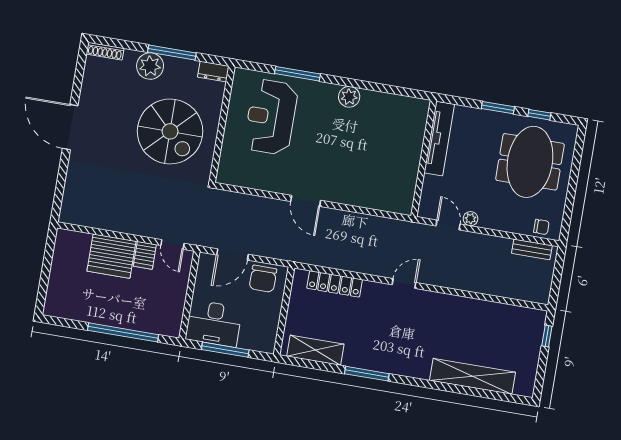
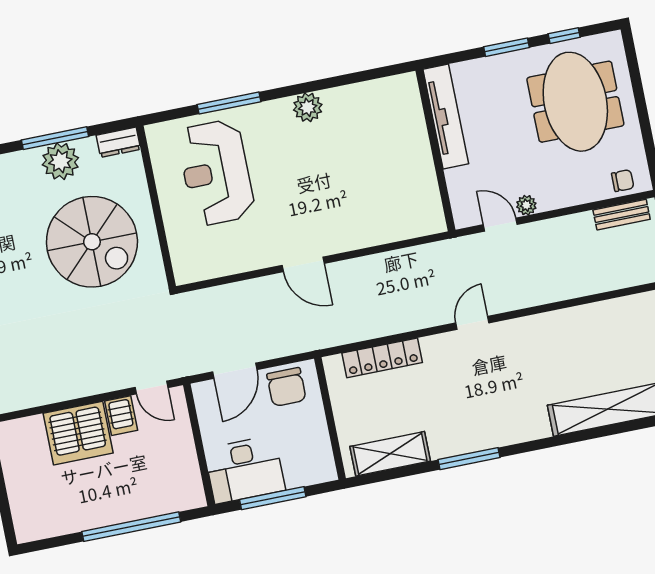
plant: (150, 66) -> (60, 161), moved

